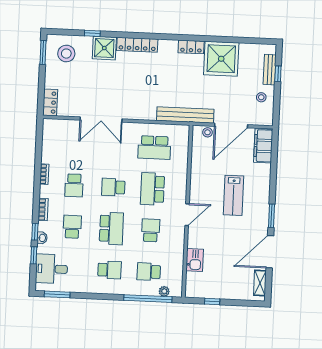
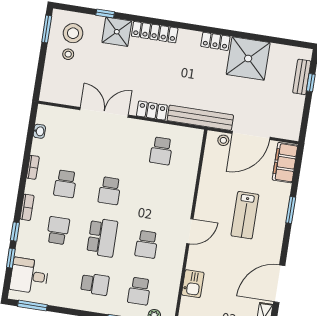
stool: (261, 97) -> (68, 54), moved
locker: (50, 102) -> (152, 111), moved, turned -90
double door: (101, 120) -> (104, 112), swing flipped
school desk: (154, 148) -> (161, 151), width x0.54
school desk: (113, 187) -> (110, 191), turned -90
school desk: (152, 189) -> (154, 198), removed
window: (271, 216) -> (291, 210), moved
school desk: (151, 230) -> (147, 244), turned 180
washbasin: (42, 238) -> (39, 131), moved
school desk: (149, 272) -> (139, 291), turned -90

